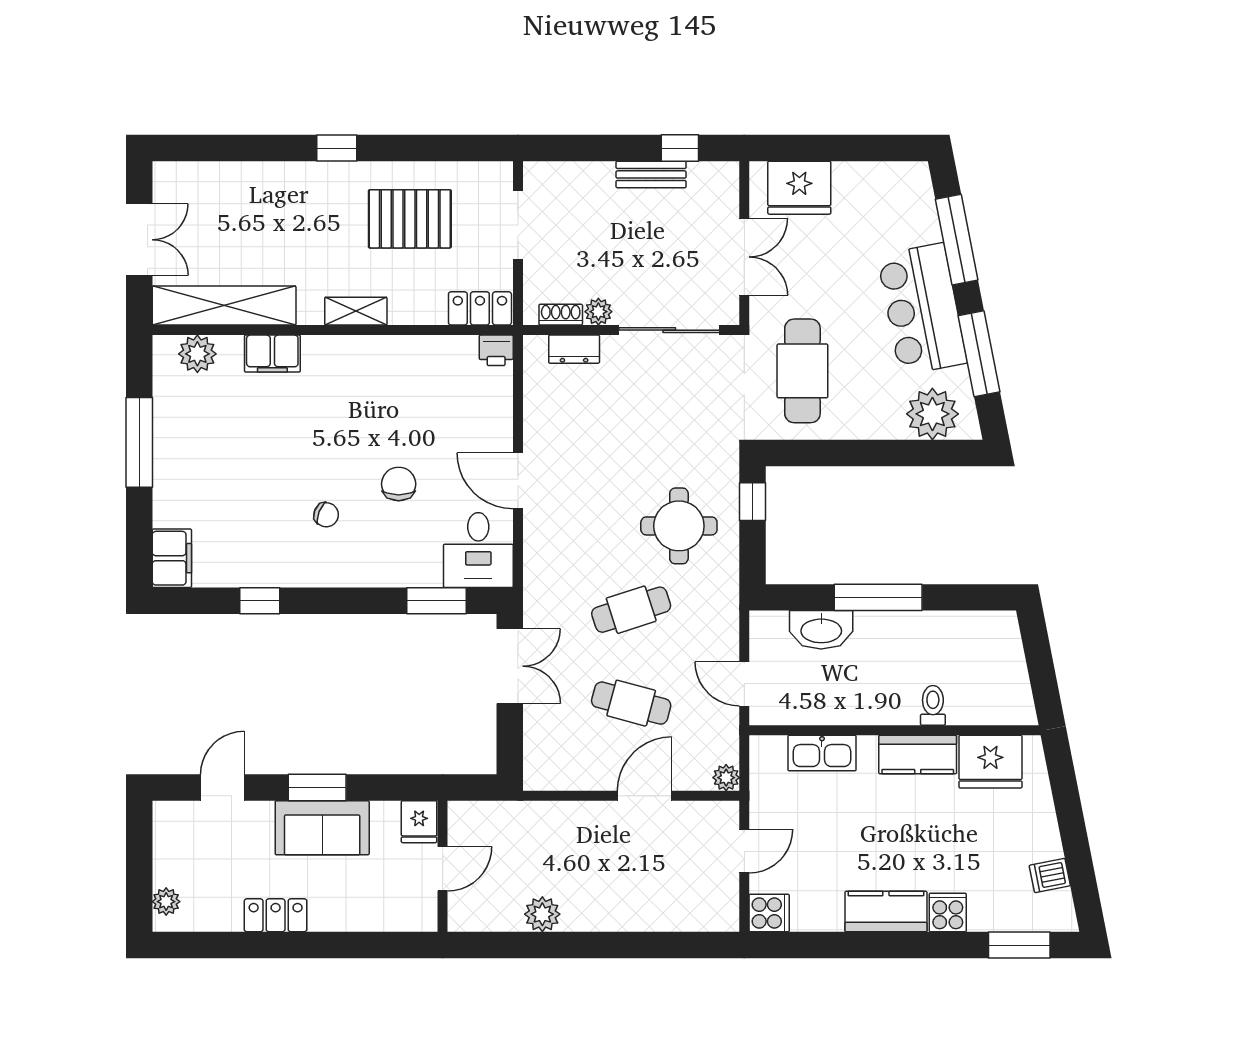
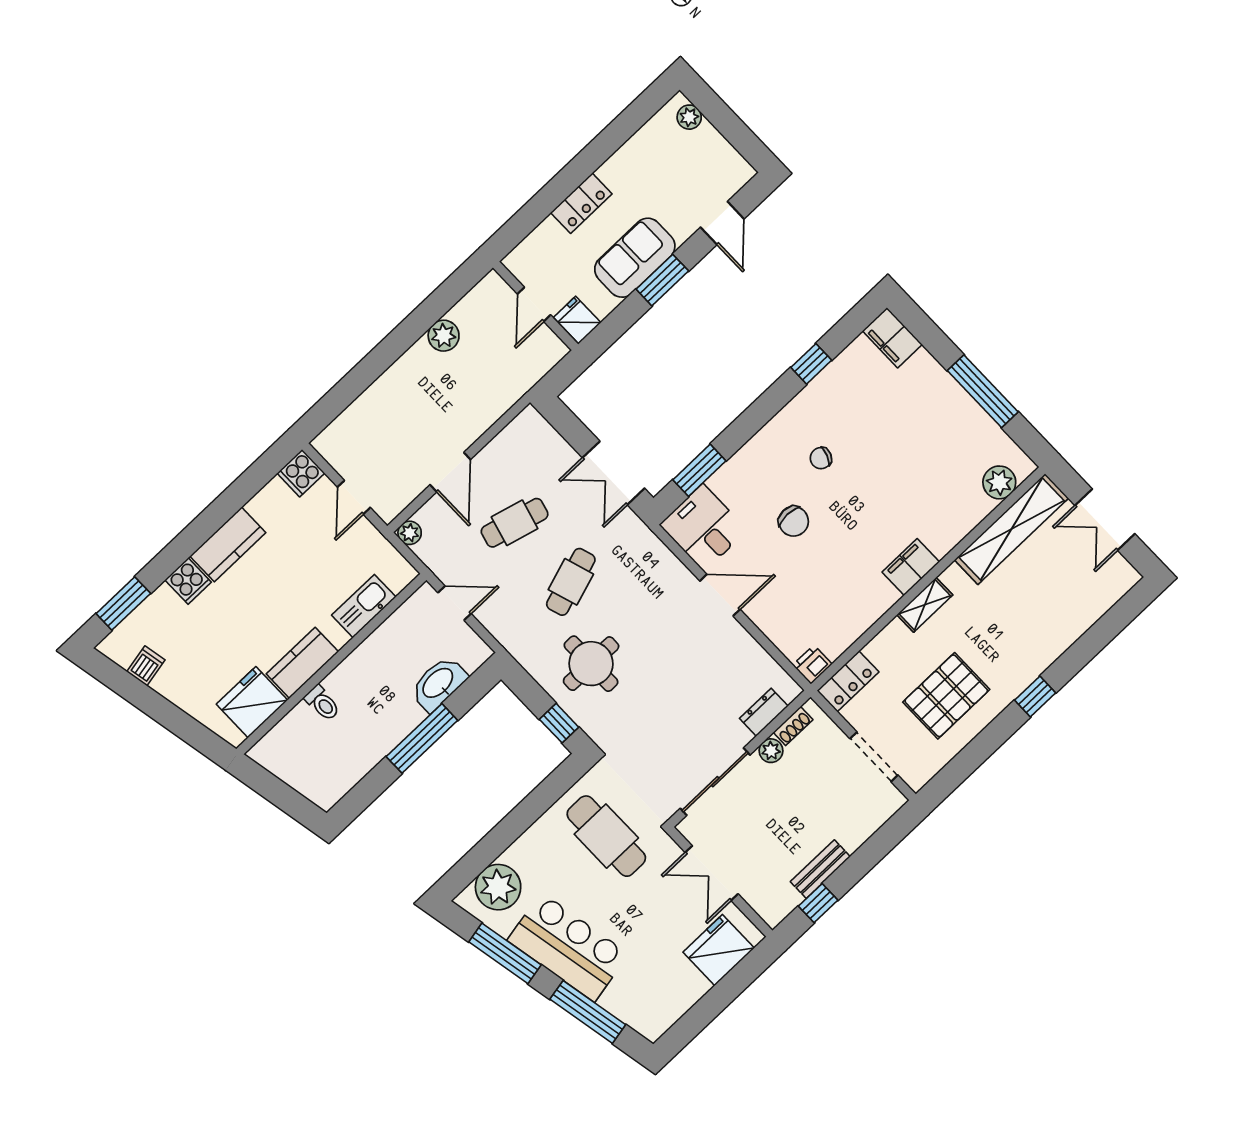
filing cabinet: (272, 354) -> (911, 567), moved
locker: (276, 915) -> (581, 203), moved

